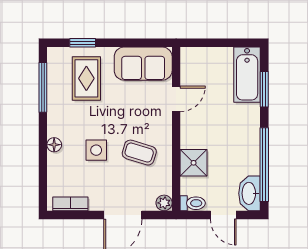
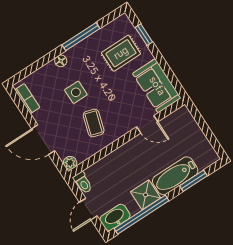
bathtub: (247, 75) -> (175, 176), moved
window: (43, 87) -> (81, 37), moved
shower: (194, 163) -> (146, 195), moved

